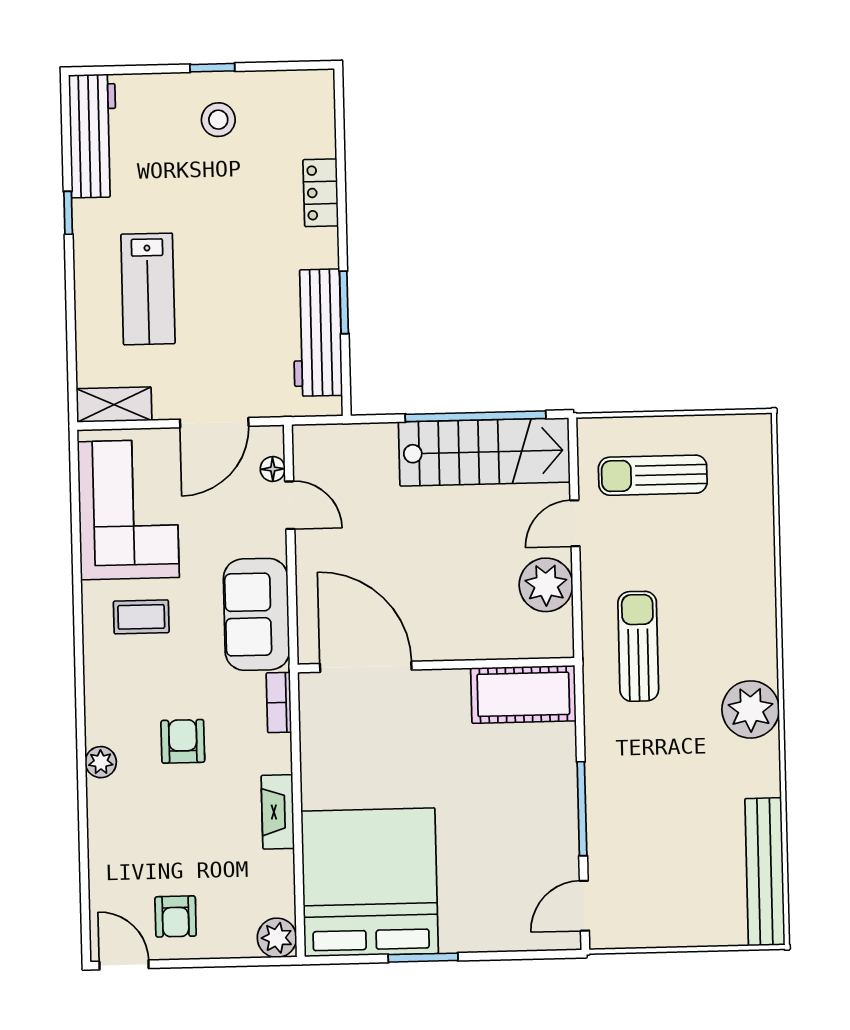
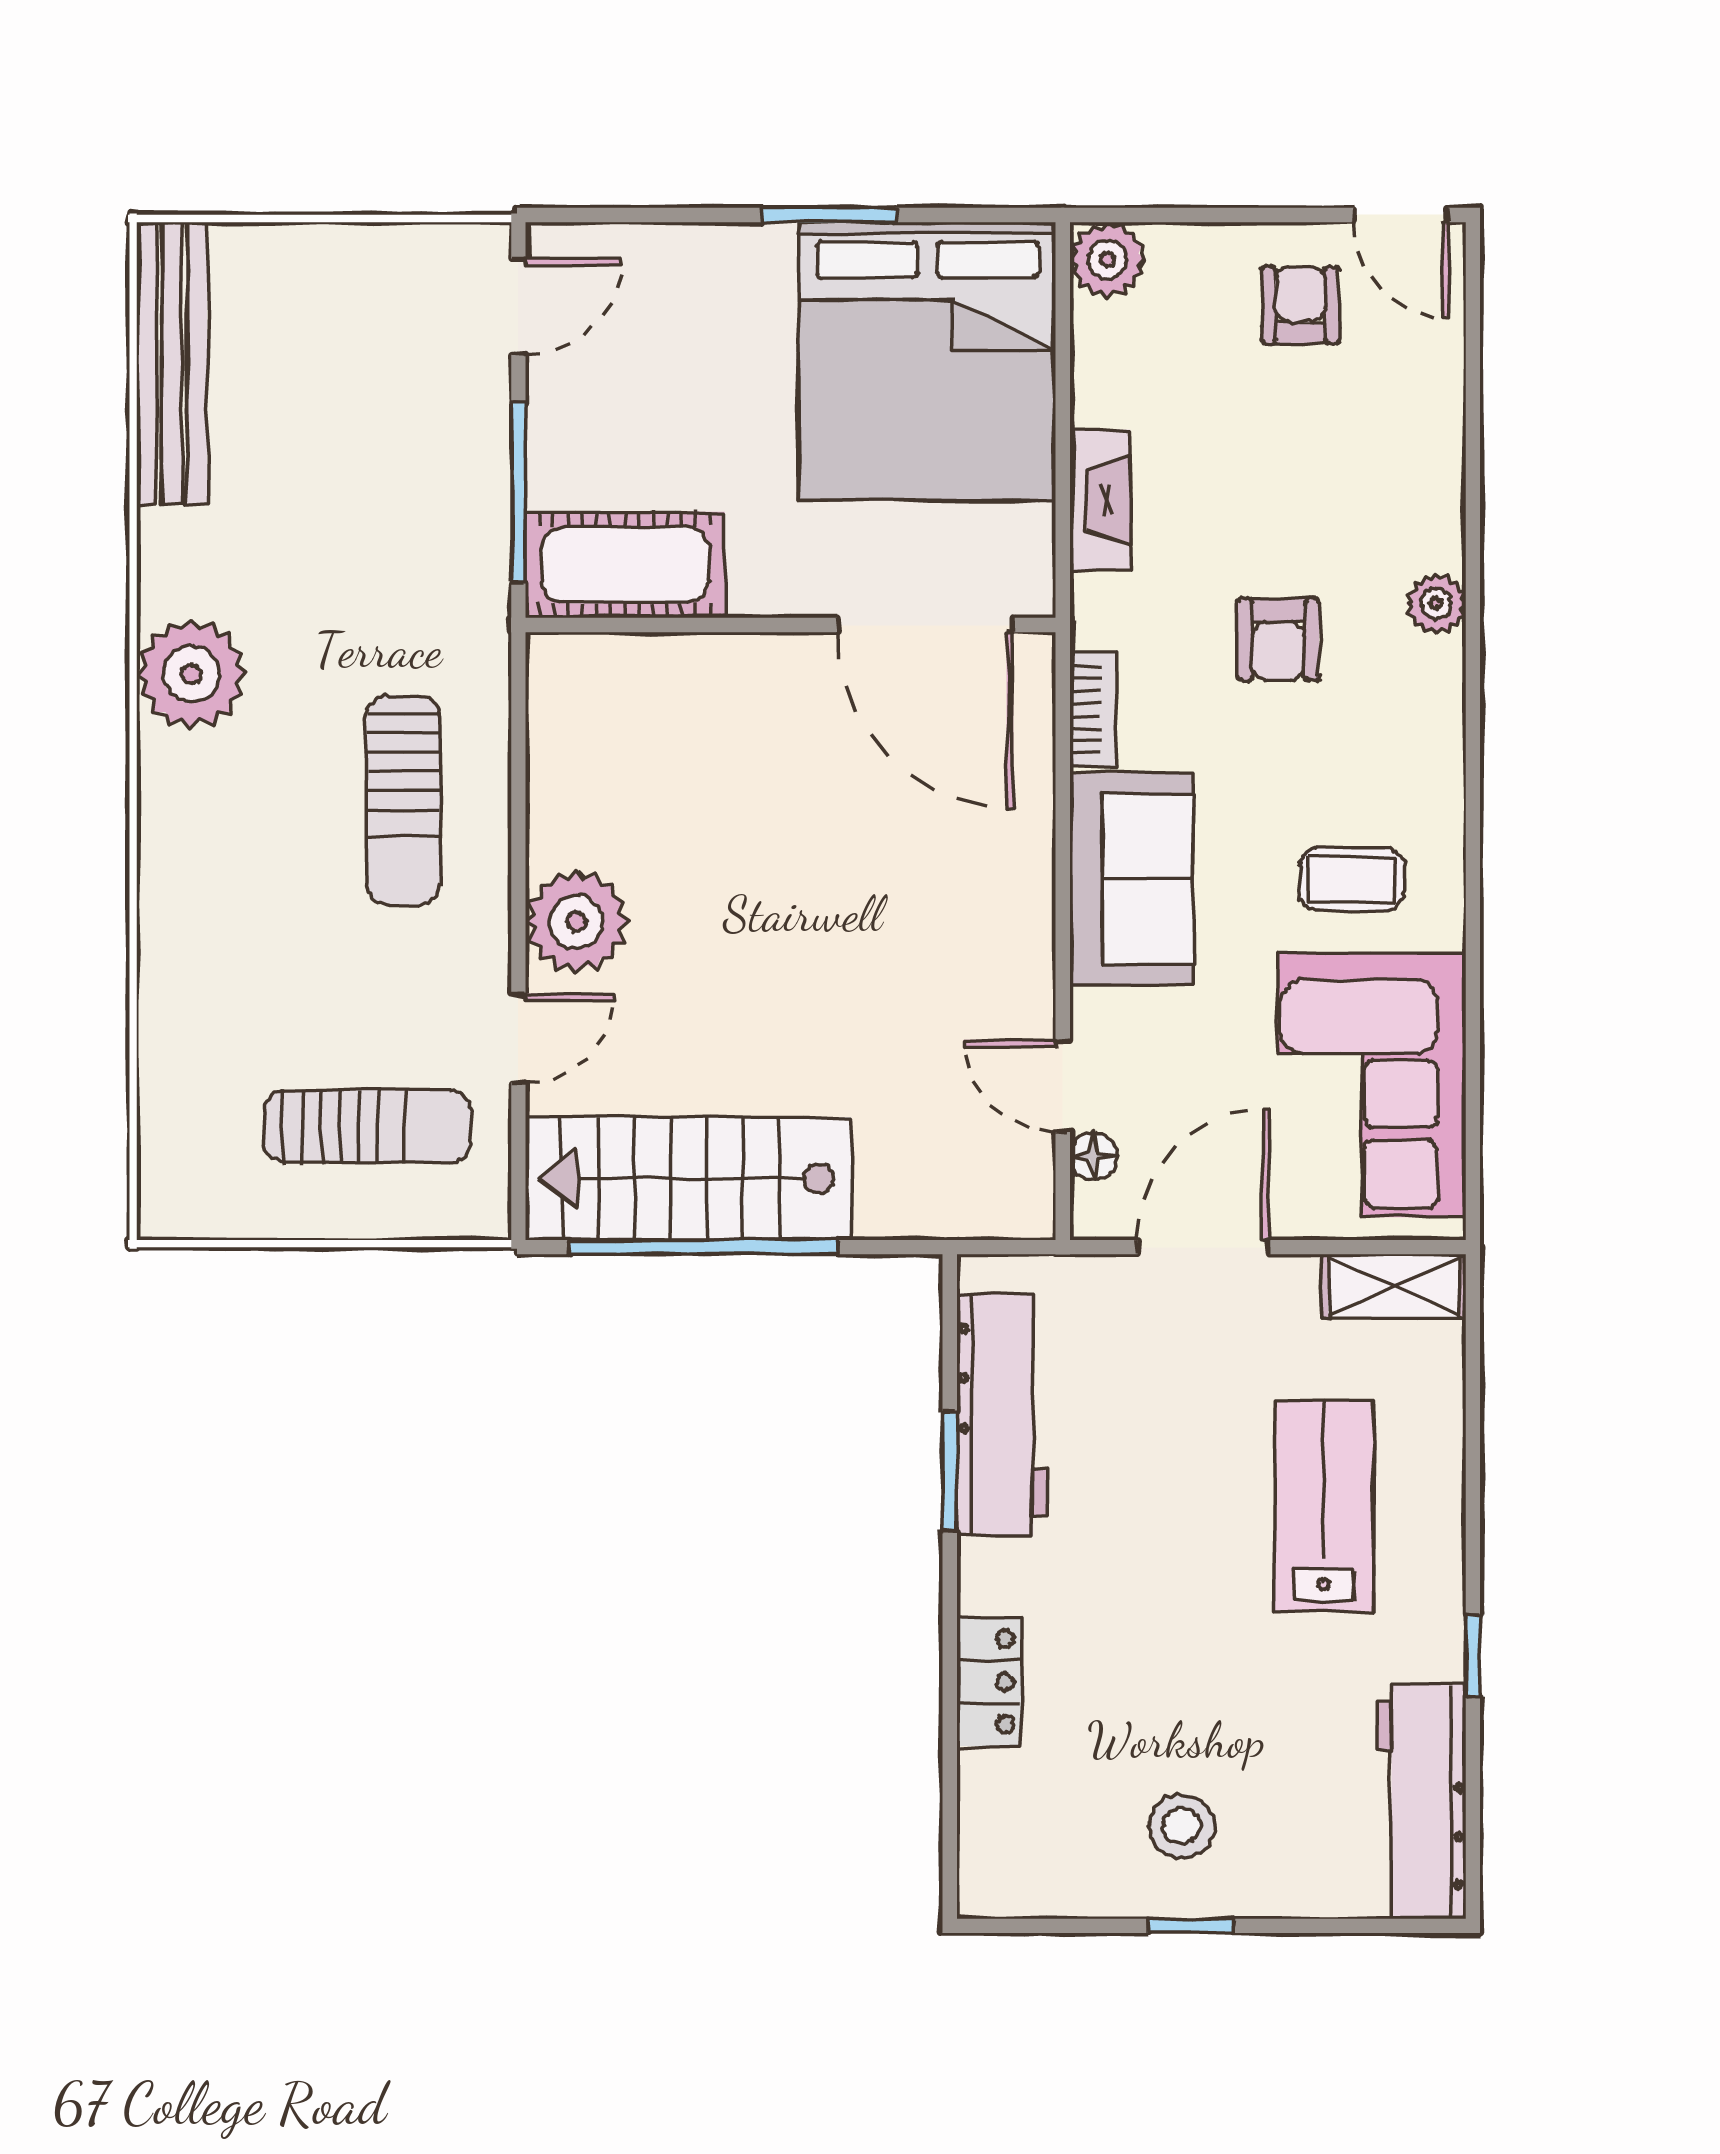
wall: (436, 665) -> (791, 625), moved
door: (366, 667) -> (925, 625), moved
cot: (523, 694) -> (625, 565), moved

